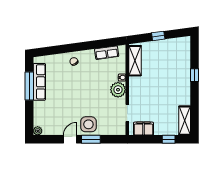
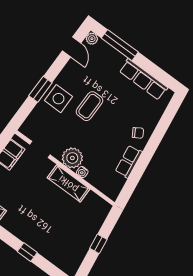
row of seats: (107, 53) -> (129, 162), moved
shelving: (135, 61) -> (69, 183), moved
window: (29, 86) -> (120, 45), moved
coffee table: (79, 102) -> (89, 106), added
door: (70, 139) -> (72, 47), moved

